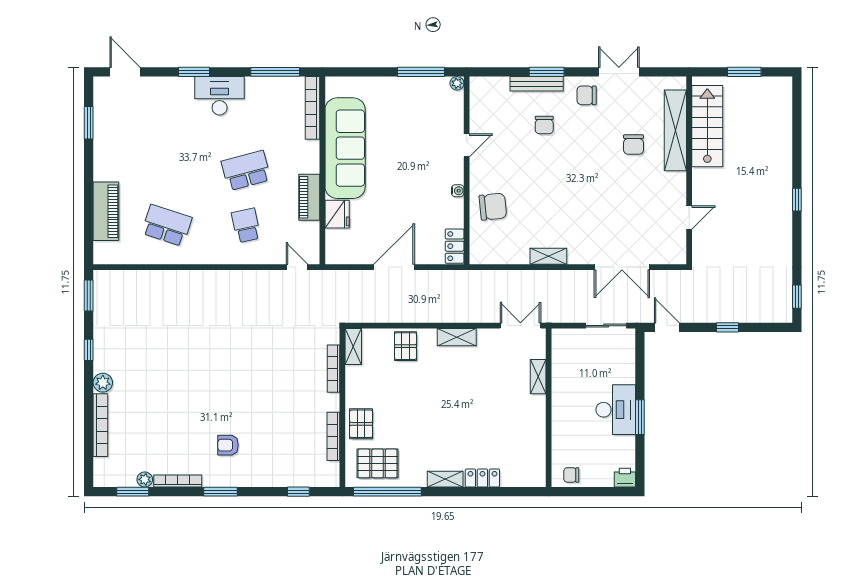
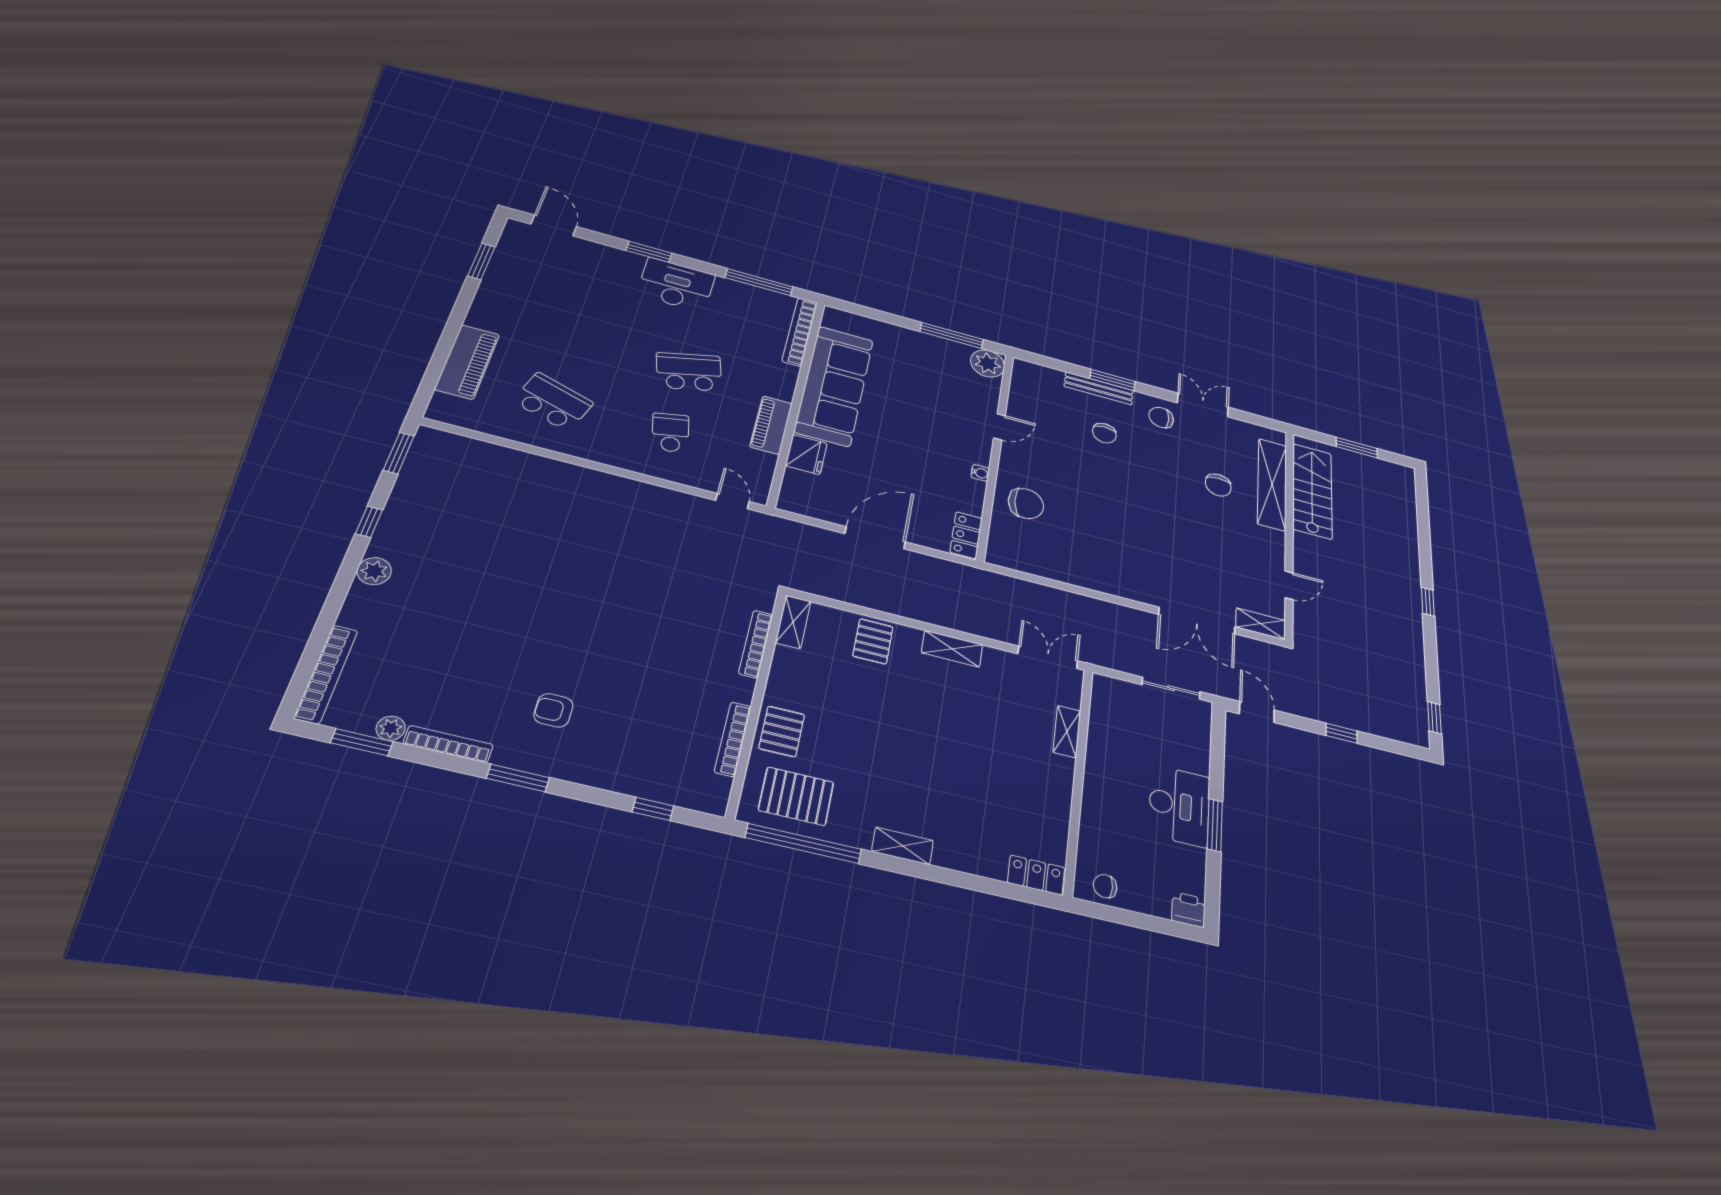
plant: (457, 83) -> (988, 363), width x1.88, depth x1.88
shelving: (548, 256) -> (1261, 624), moved
bookcase: (100, 425) -> (326, 674), moved
locker: (482, 478) -> (1036, 875), moved

